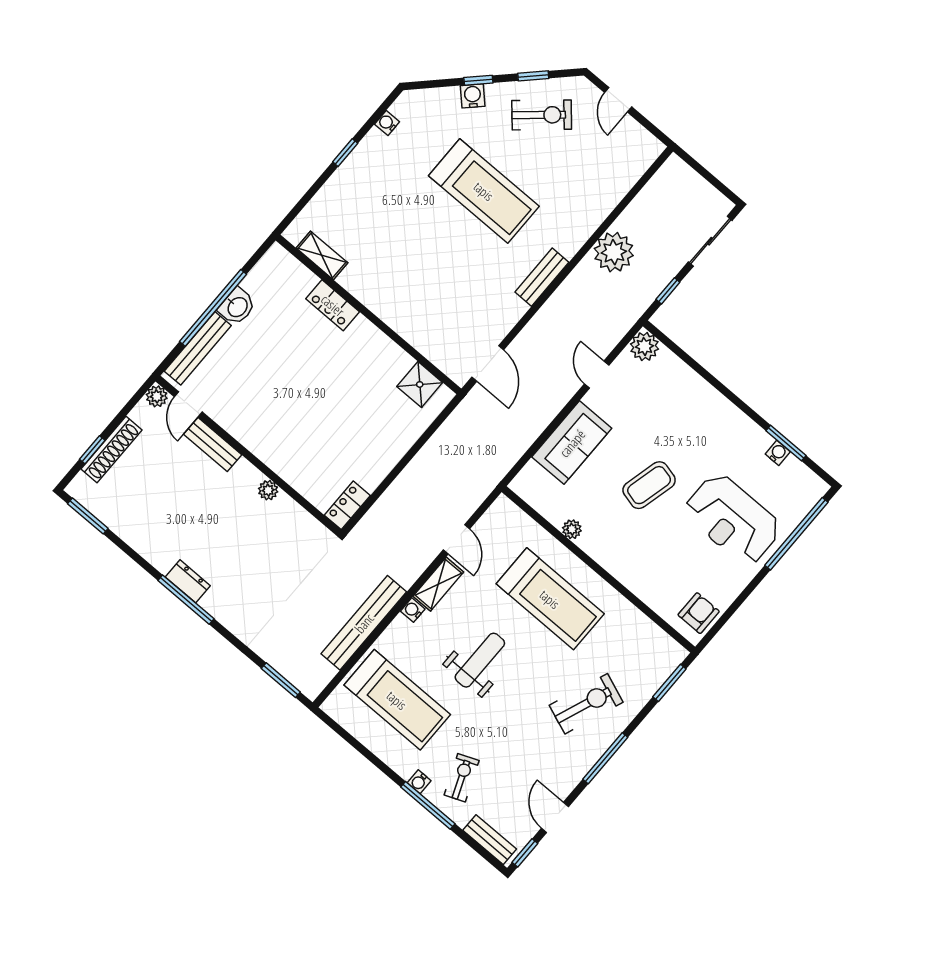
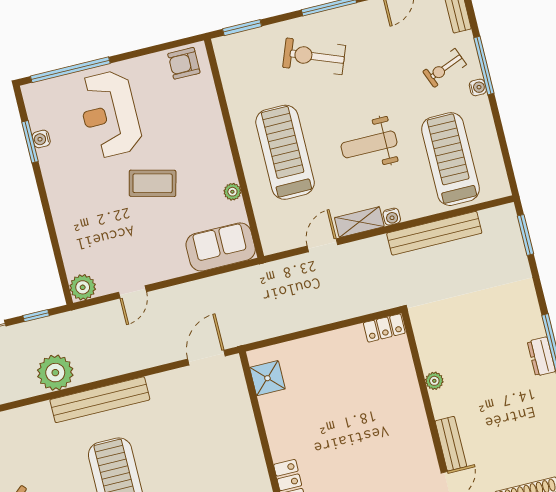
bench: (542, 277) -> (100, 400), width x1.86, depth x1.21
sofa: (572, 443) -> (221, 247), moved
reception desk: (732, 519) -> (110, 114), turned 180

